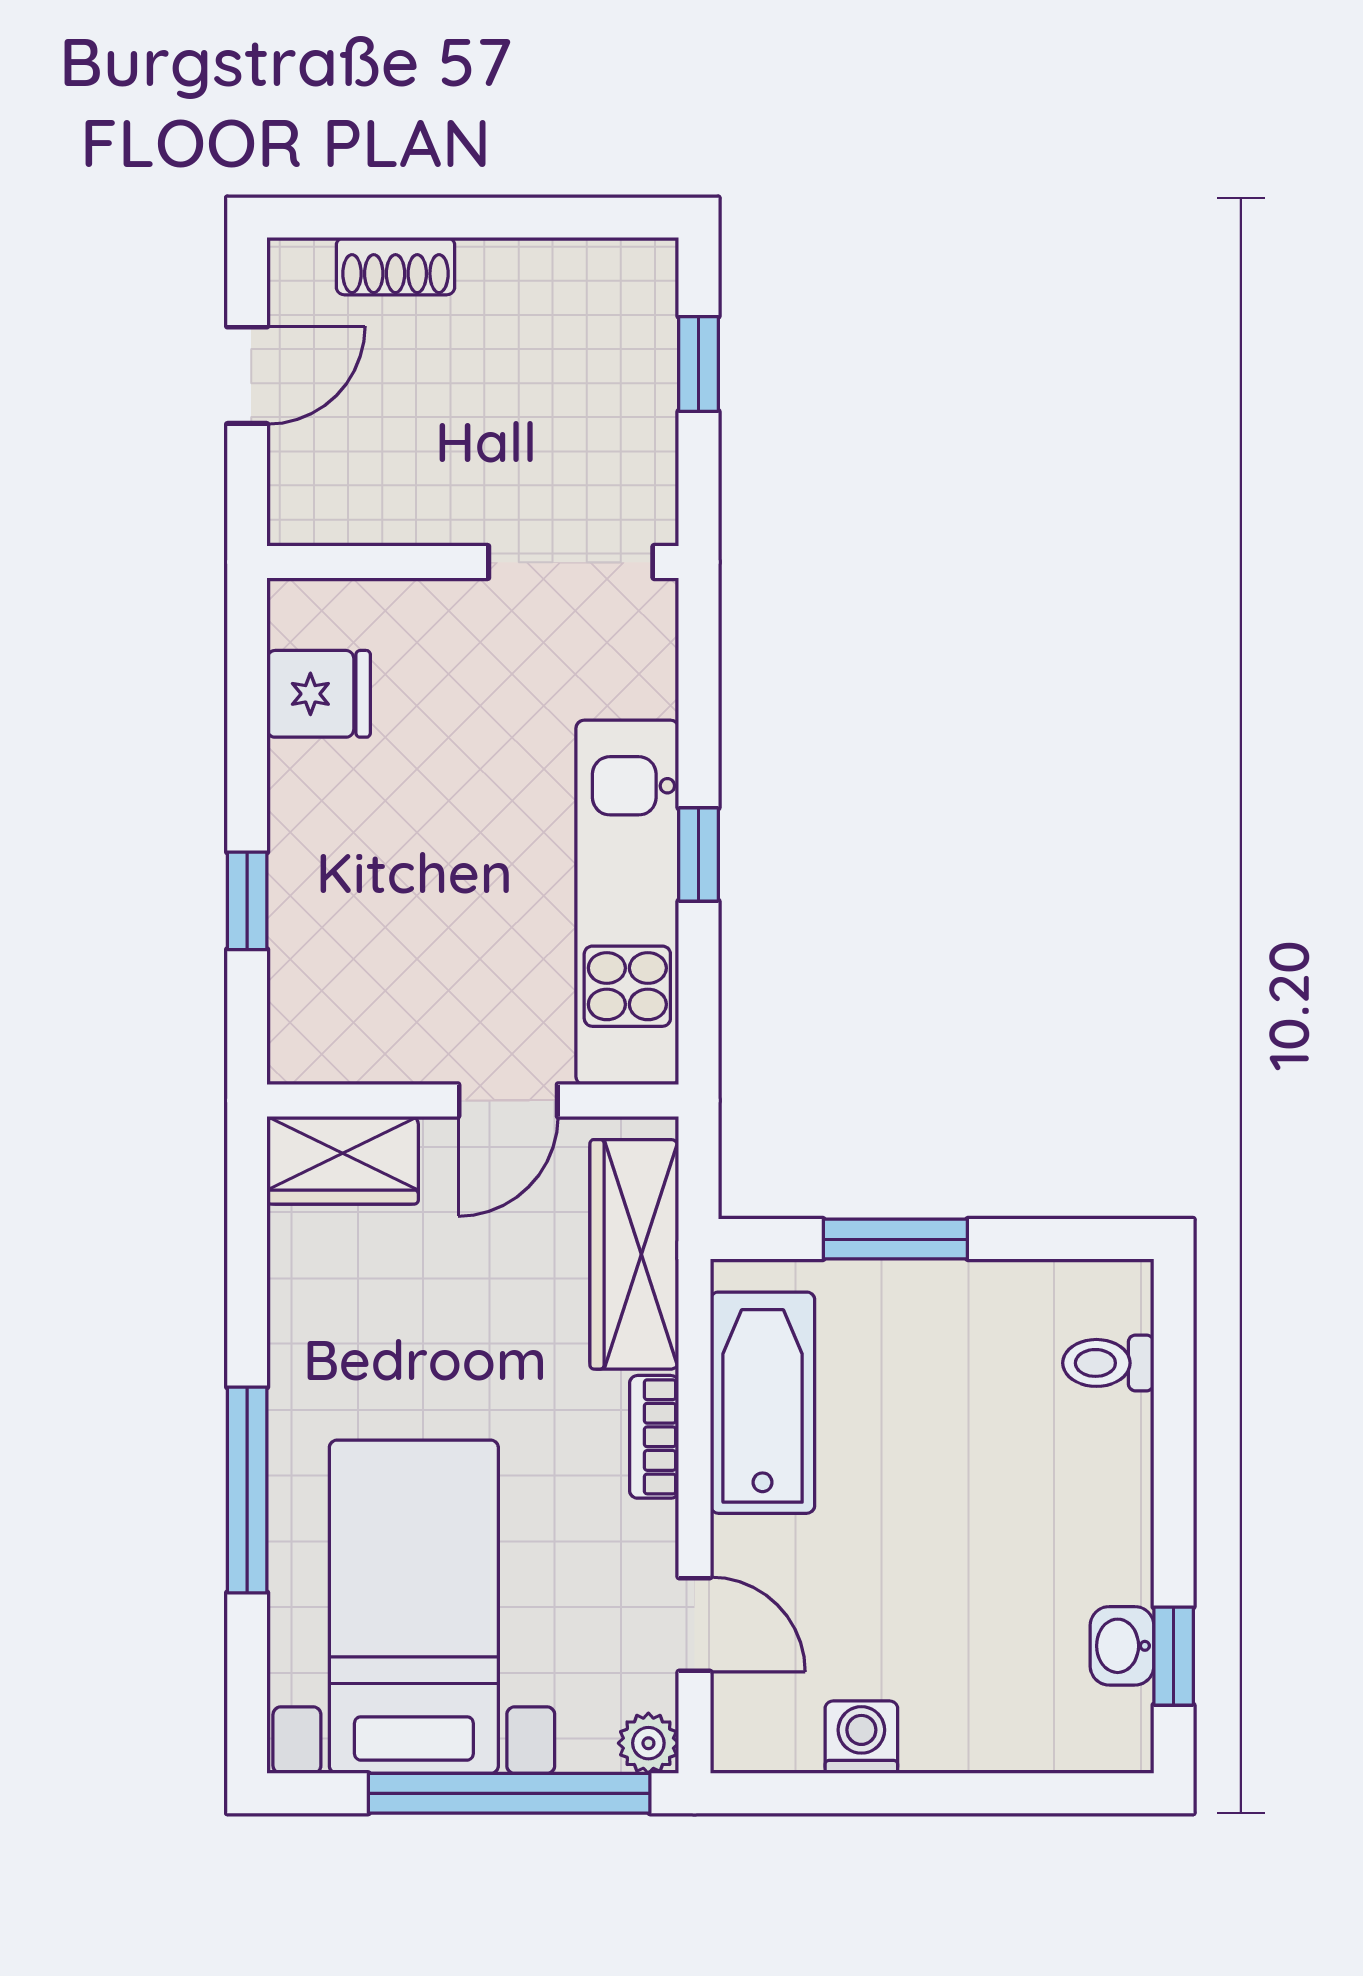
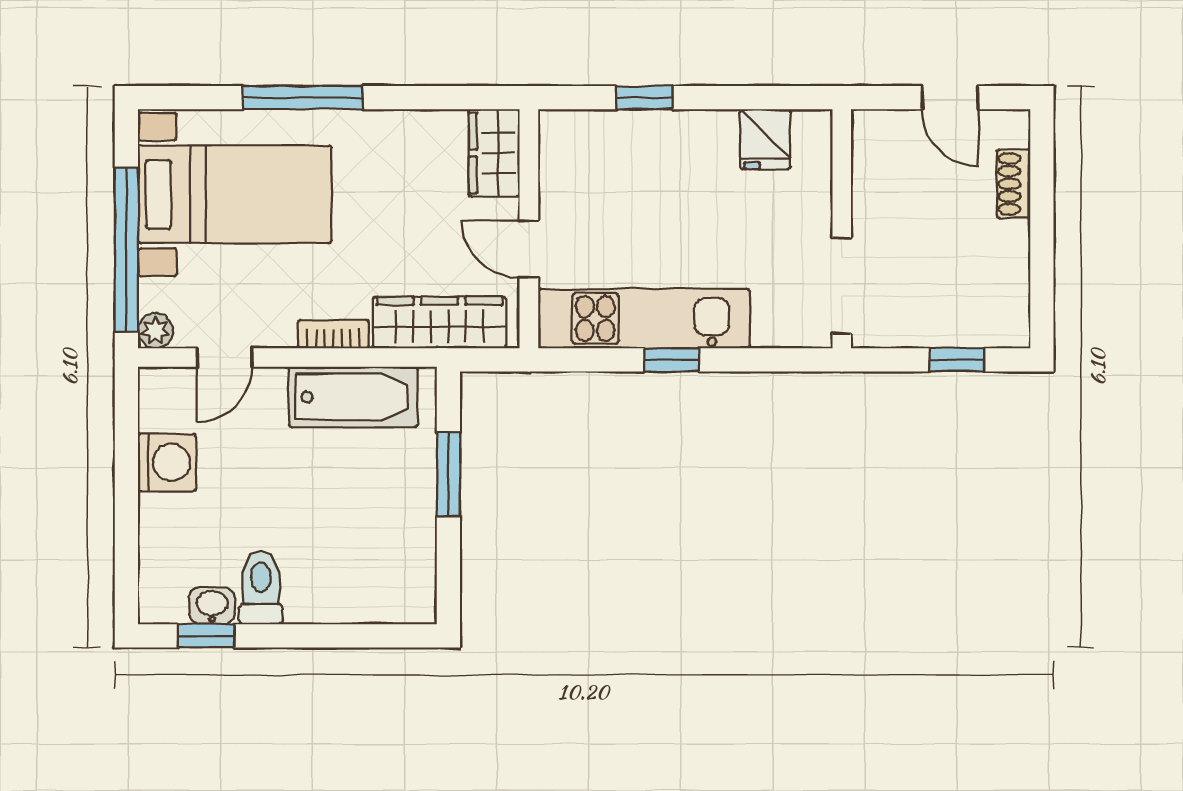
toilet: (1108, 1363) -> (261, 588), moved, width x1.37, depth x1.39
washing machine: (861, 1737) -> (167, 462), width x1.38, depth x1.38

